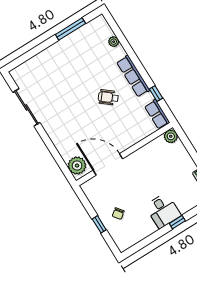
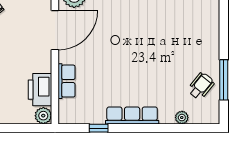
wheelchair: (108, 97) -> (201, 86), moved
row of seats: (157, 114) -> (67, 81), moved, turned 90
printer: (154, 149) -> (40, 90), added

